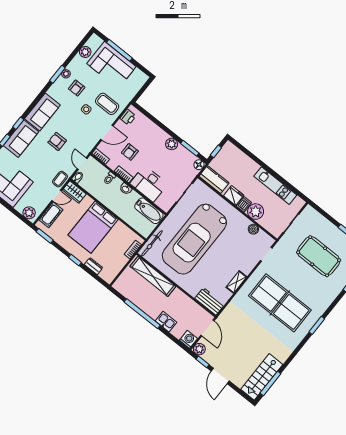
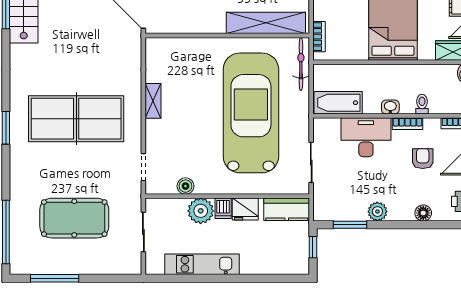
floor lamp: (199, 165) -> (423, 213), moved
workbench: (210, 301) -> (168, 49), removed

